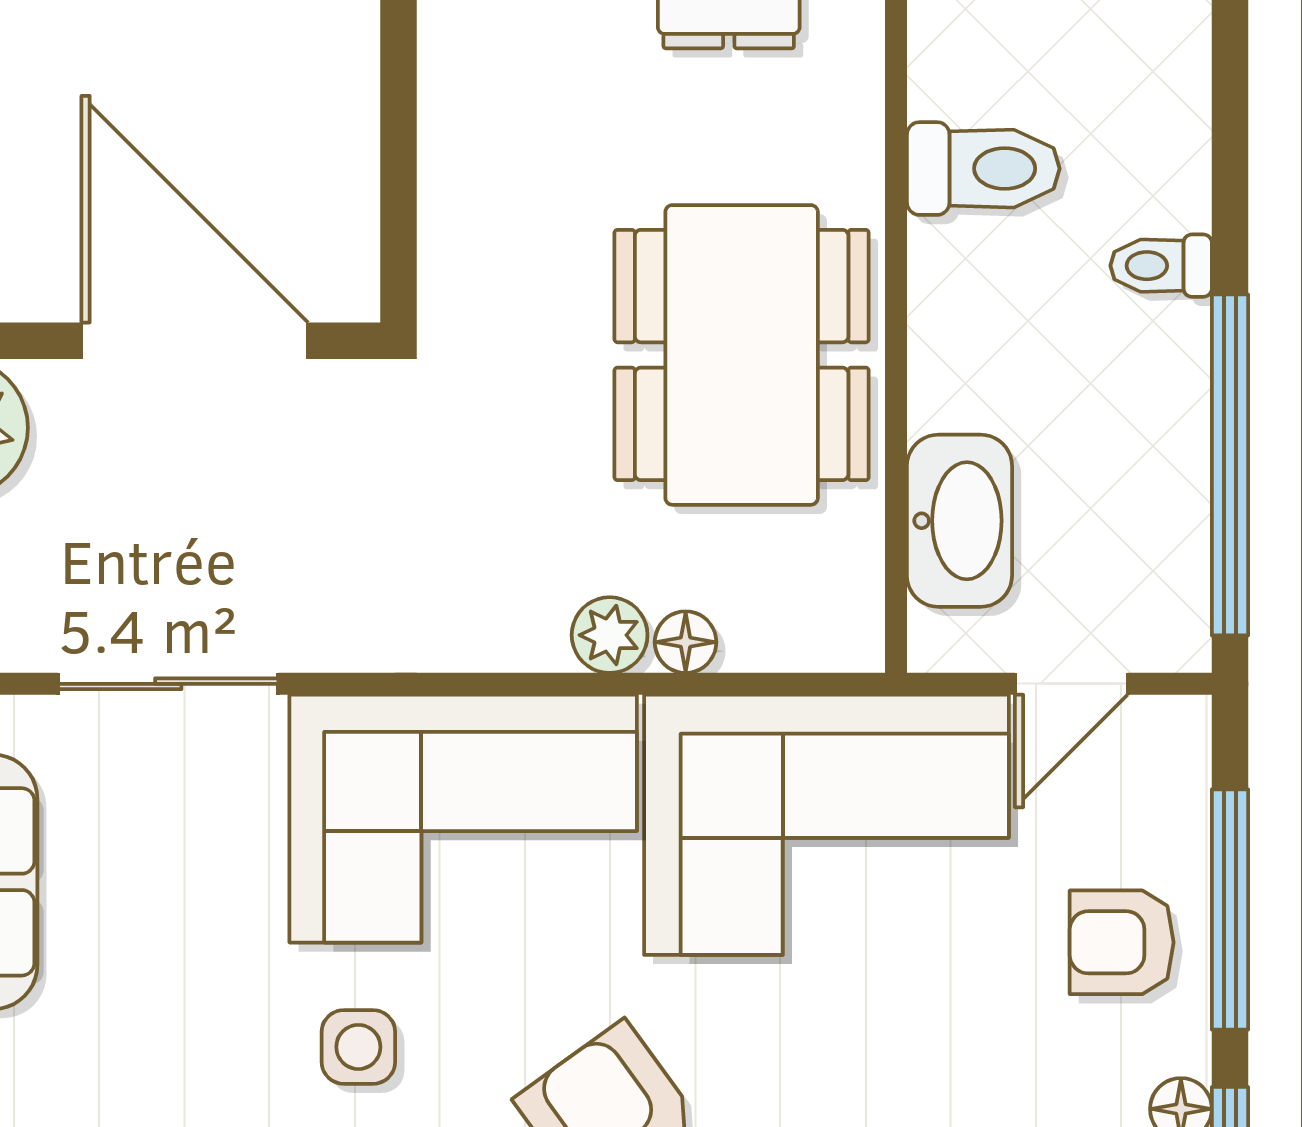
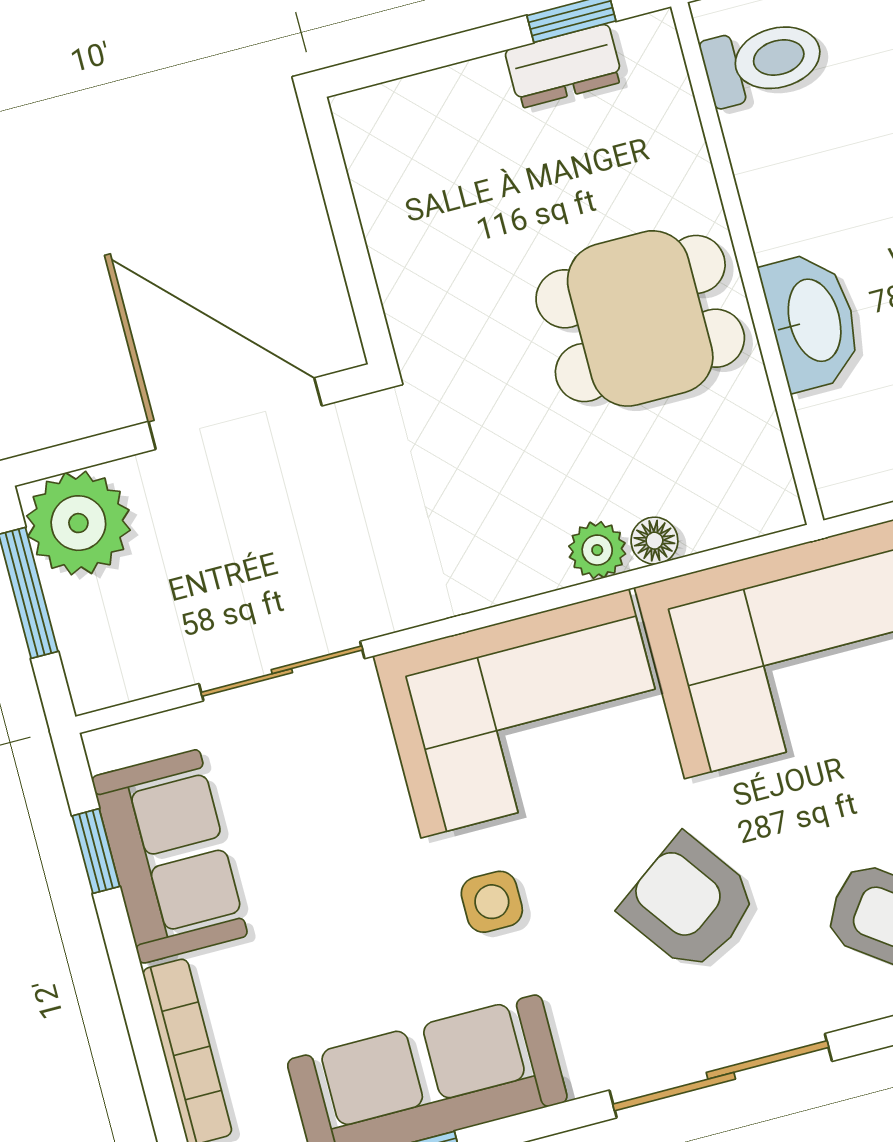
toilet: (983, 169) -> (763, 62), moved
dining table: (742, 355) -> (640, 318), width x0.73
washbasin: (959, 521) -> (812, 321), moved

